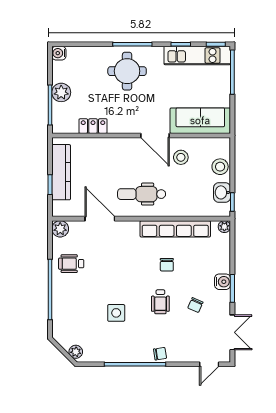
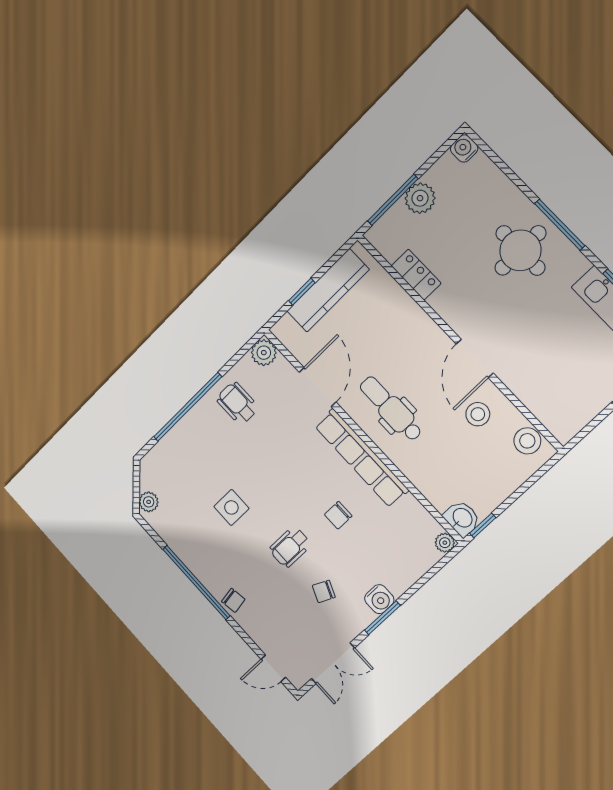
sofa: (200, 121) -> (544, 396), removed
stool: (220, 167) -> (527, 441), moved
washbasin: (222, 192) -> (462, 518), moved, turned 90
row of seats: (175, 229) -> (361, 458), moved

